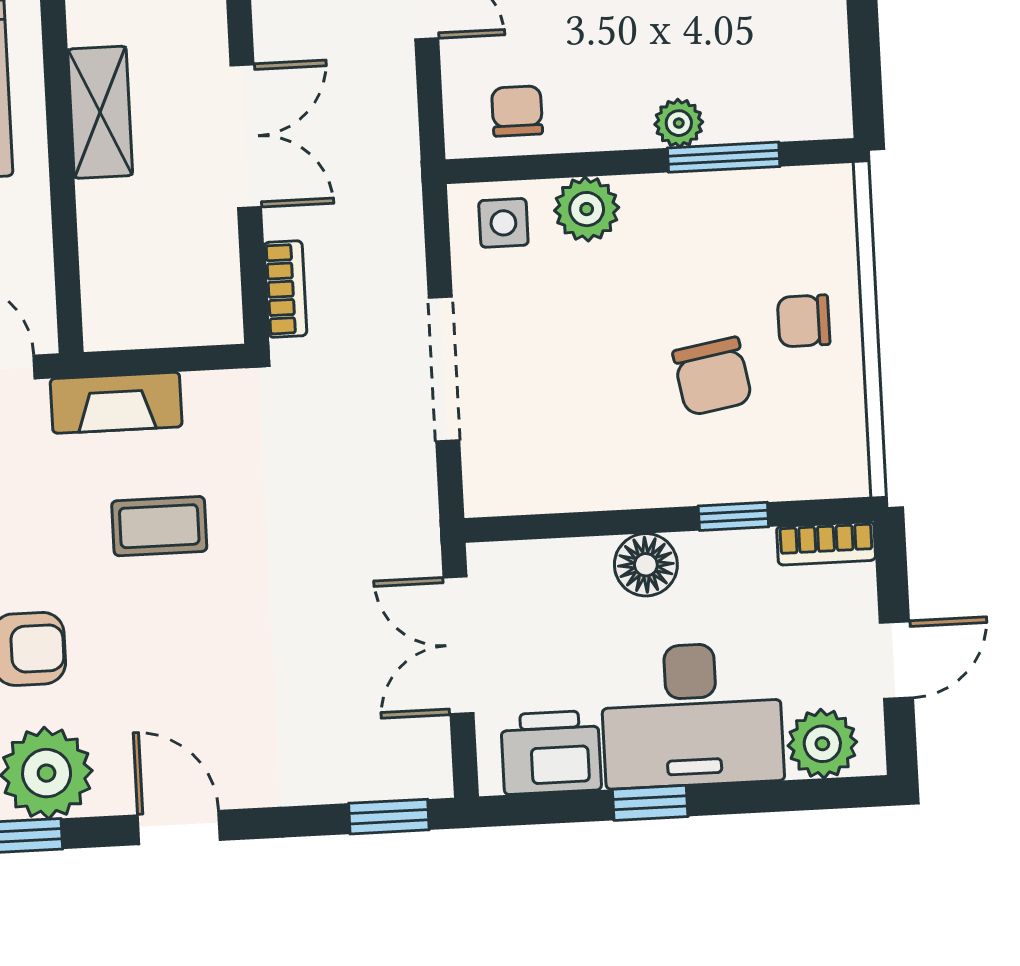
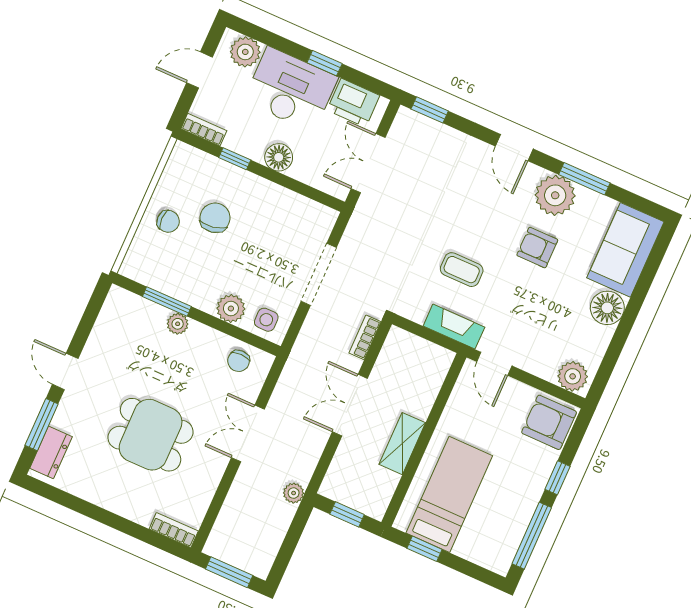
double door: (459, 645) -> (368, 163), swing flipped

